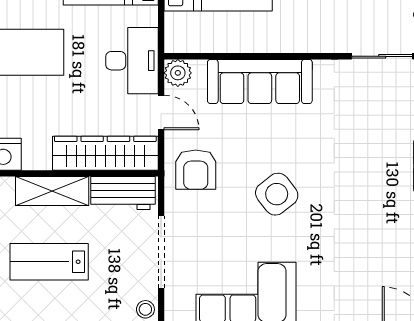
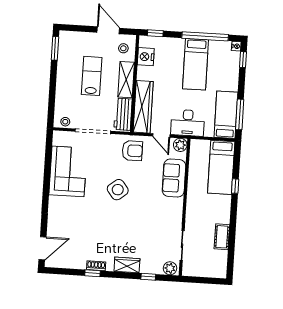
sofa: (260, 82) -> (174, 178), width x0.73
door: (161, 112) -> (161, 135), hinge flipped
armchair: (196, 170) -> (132, 151), turned 180

